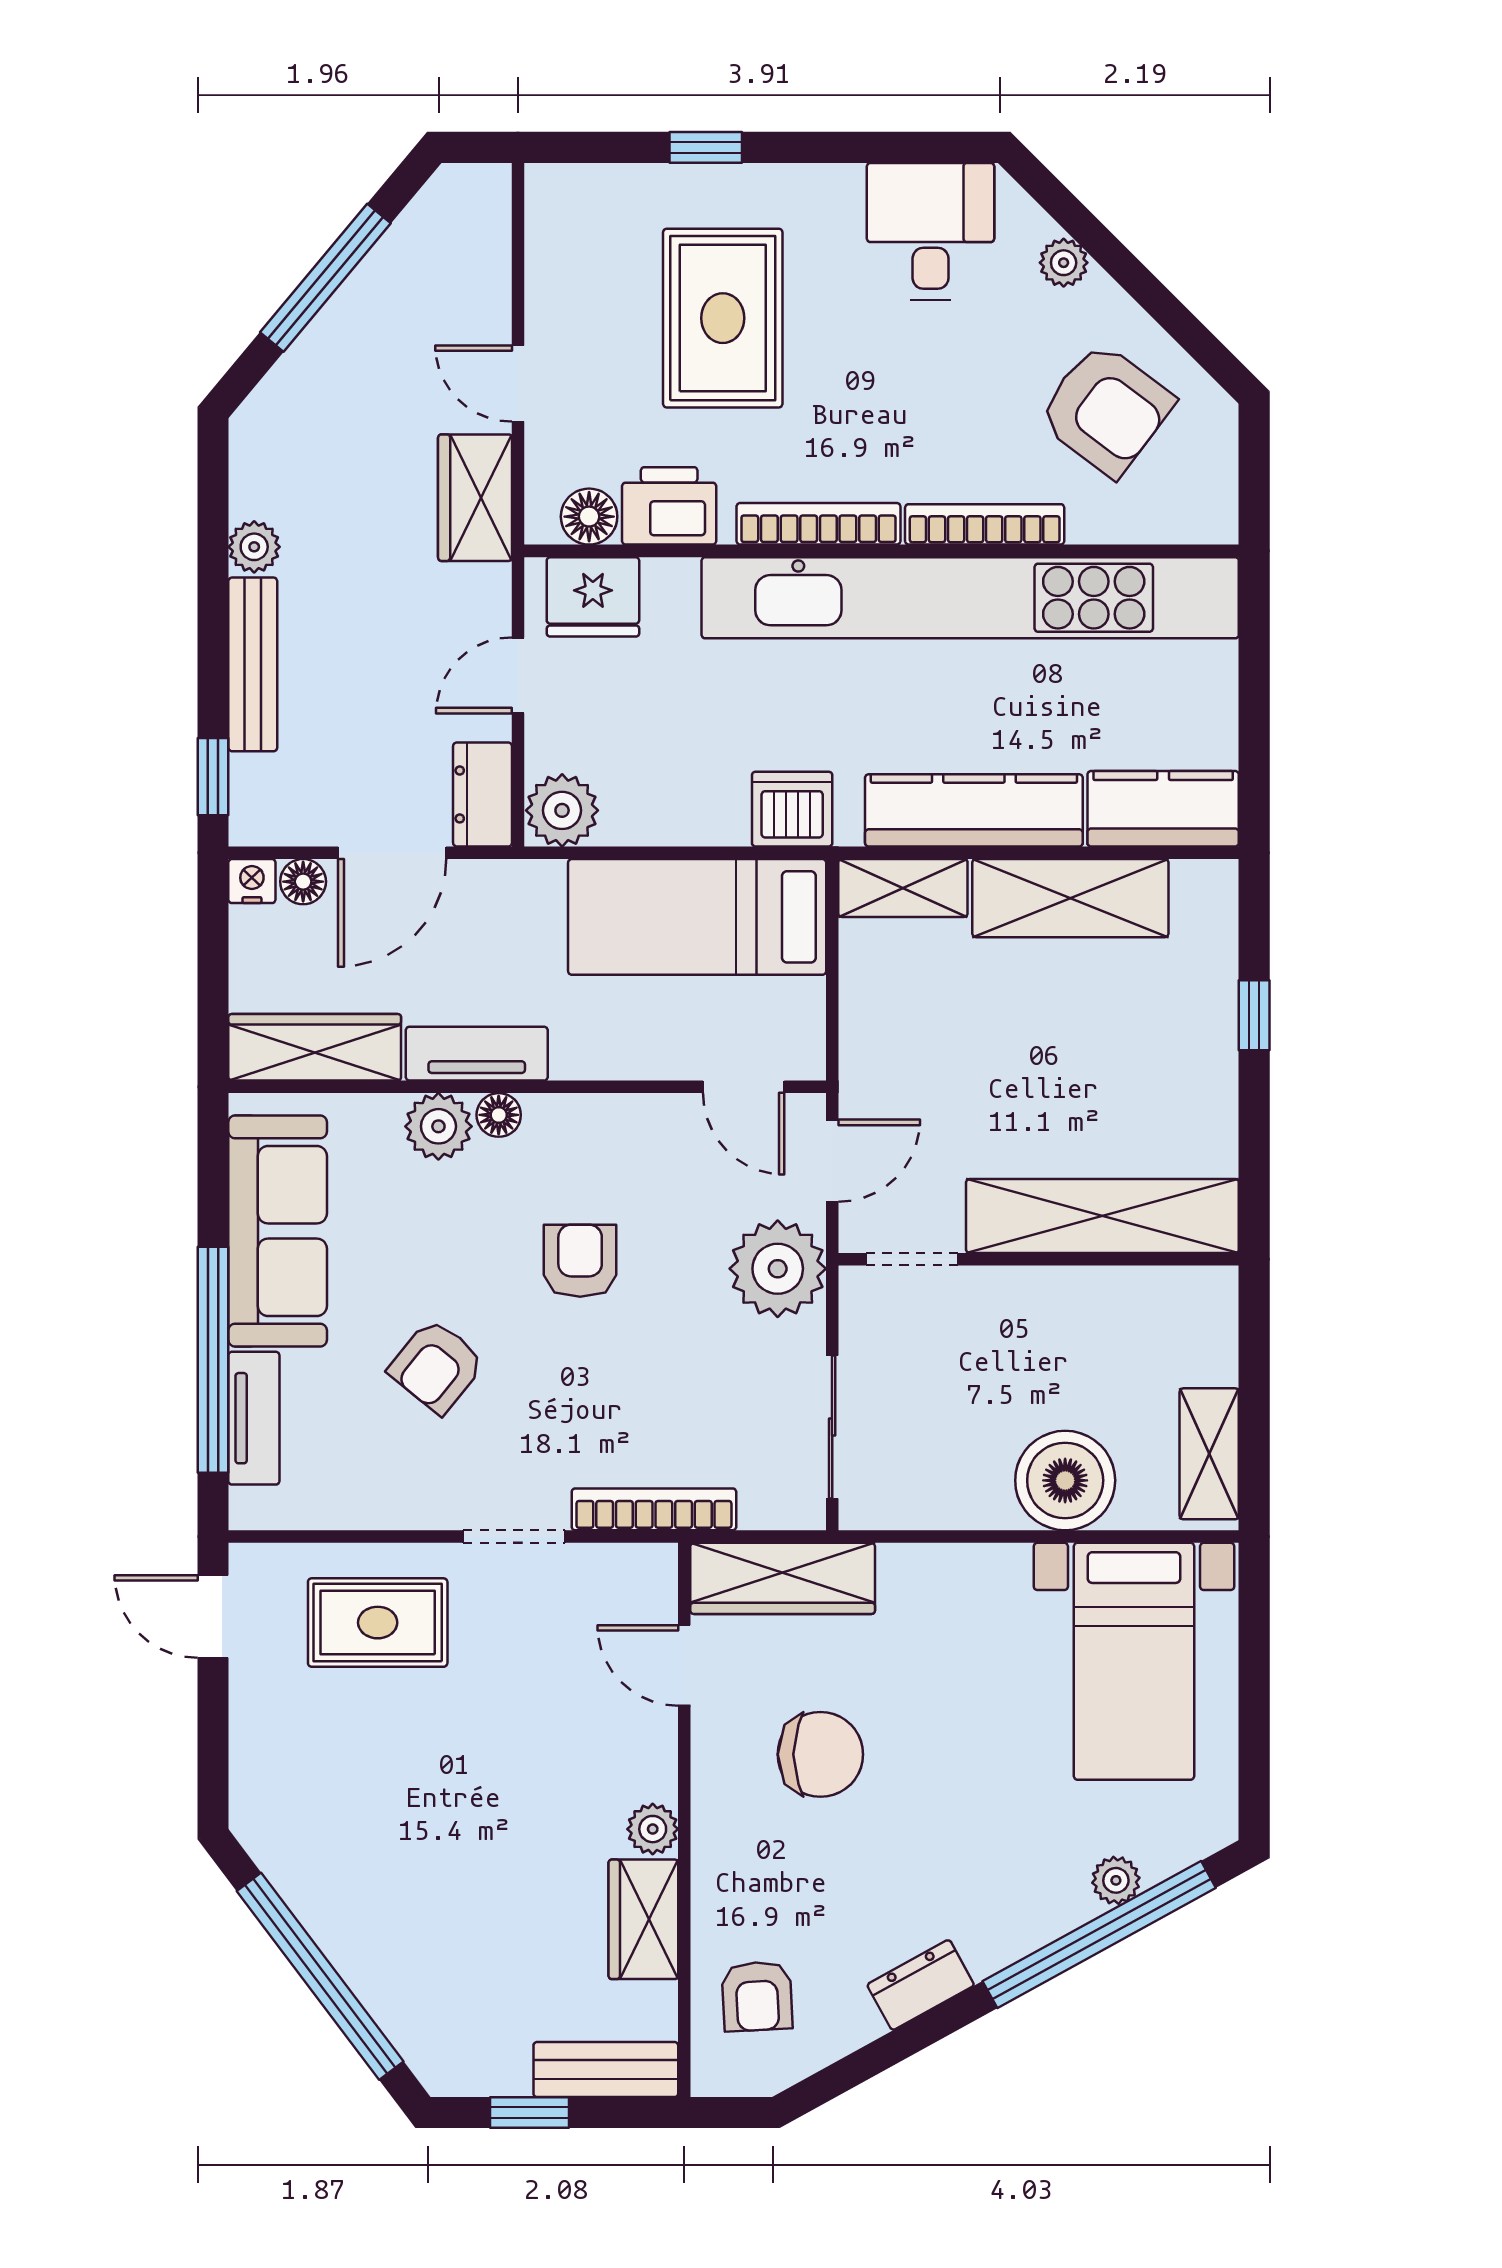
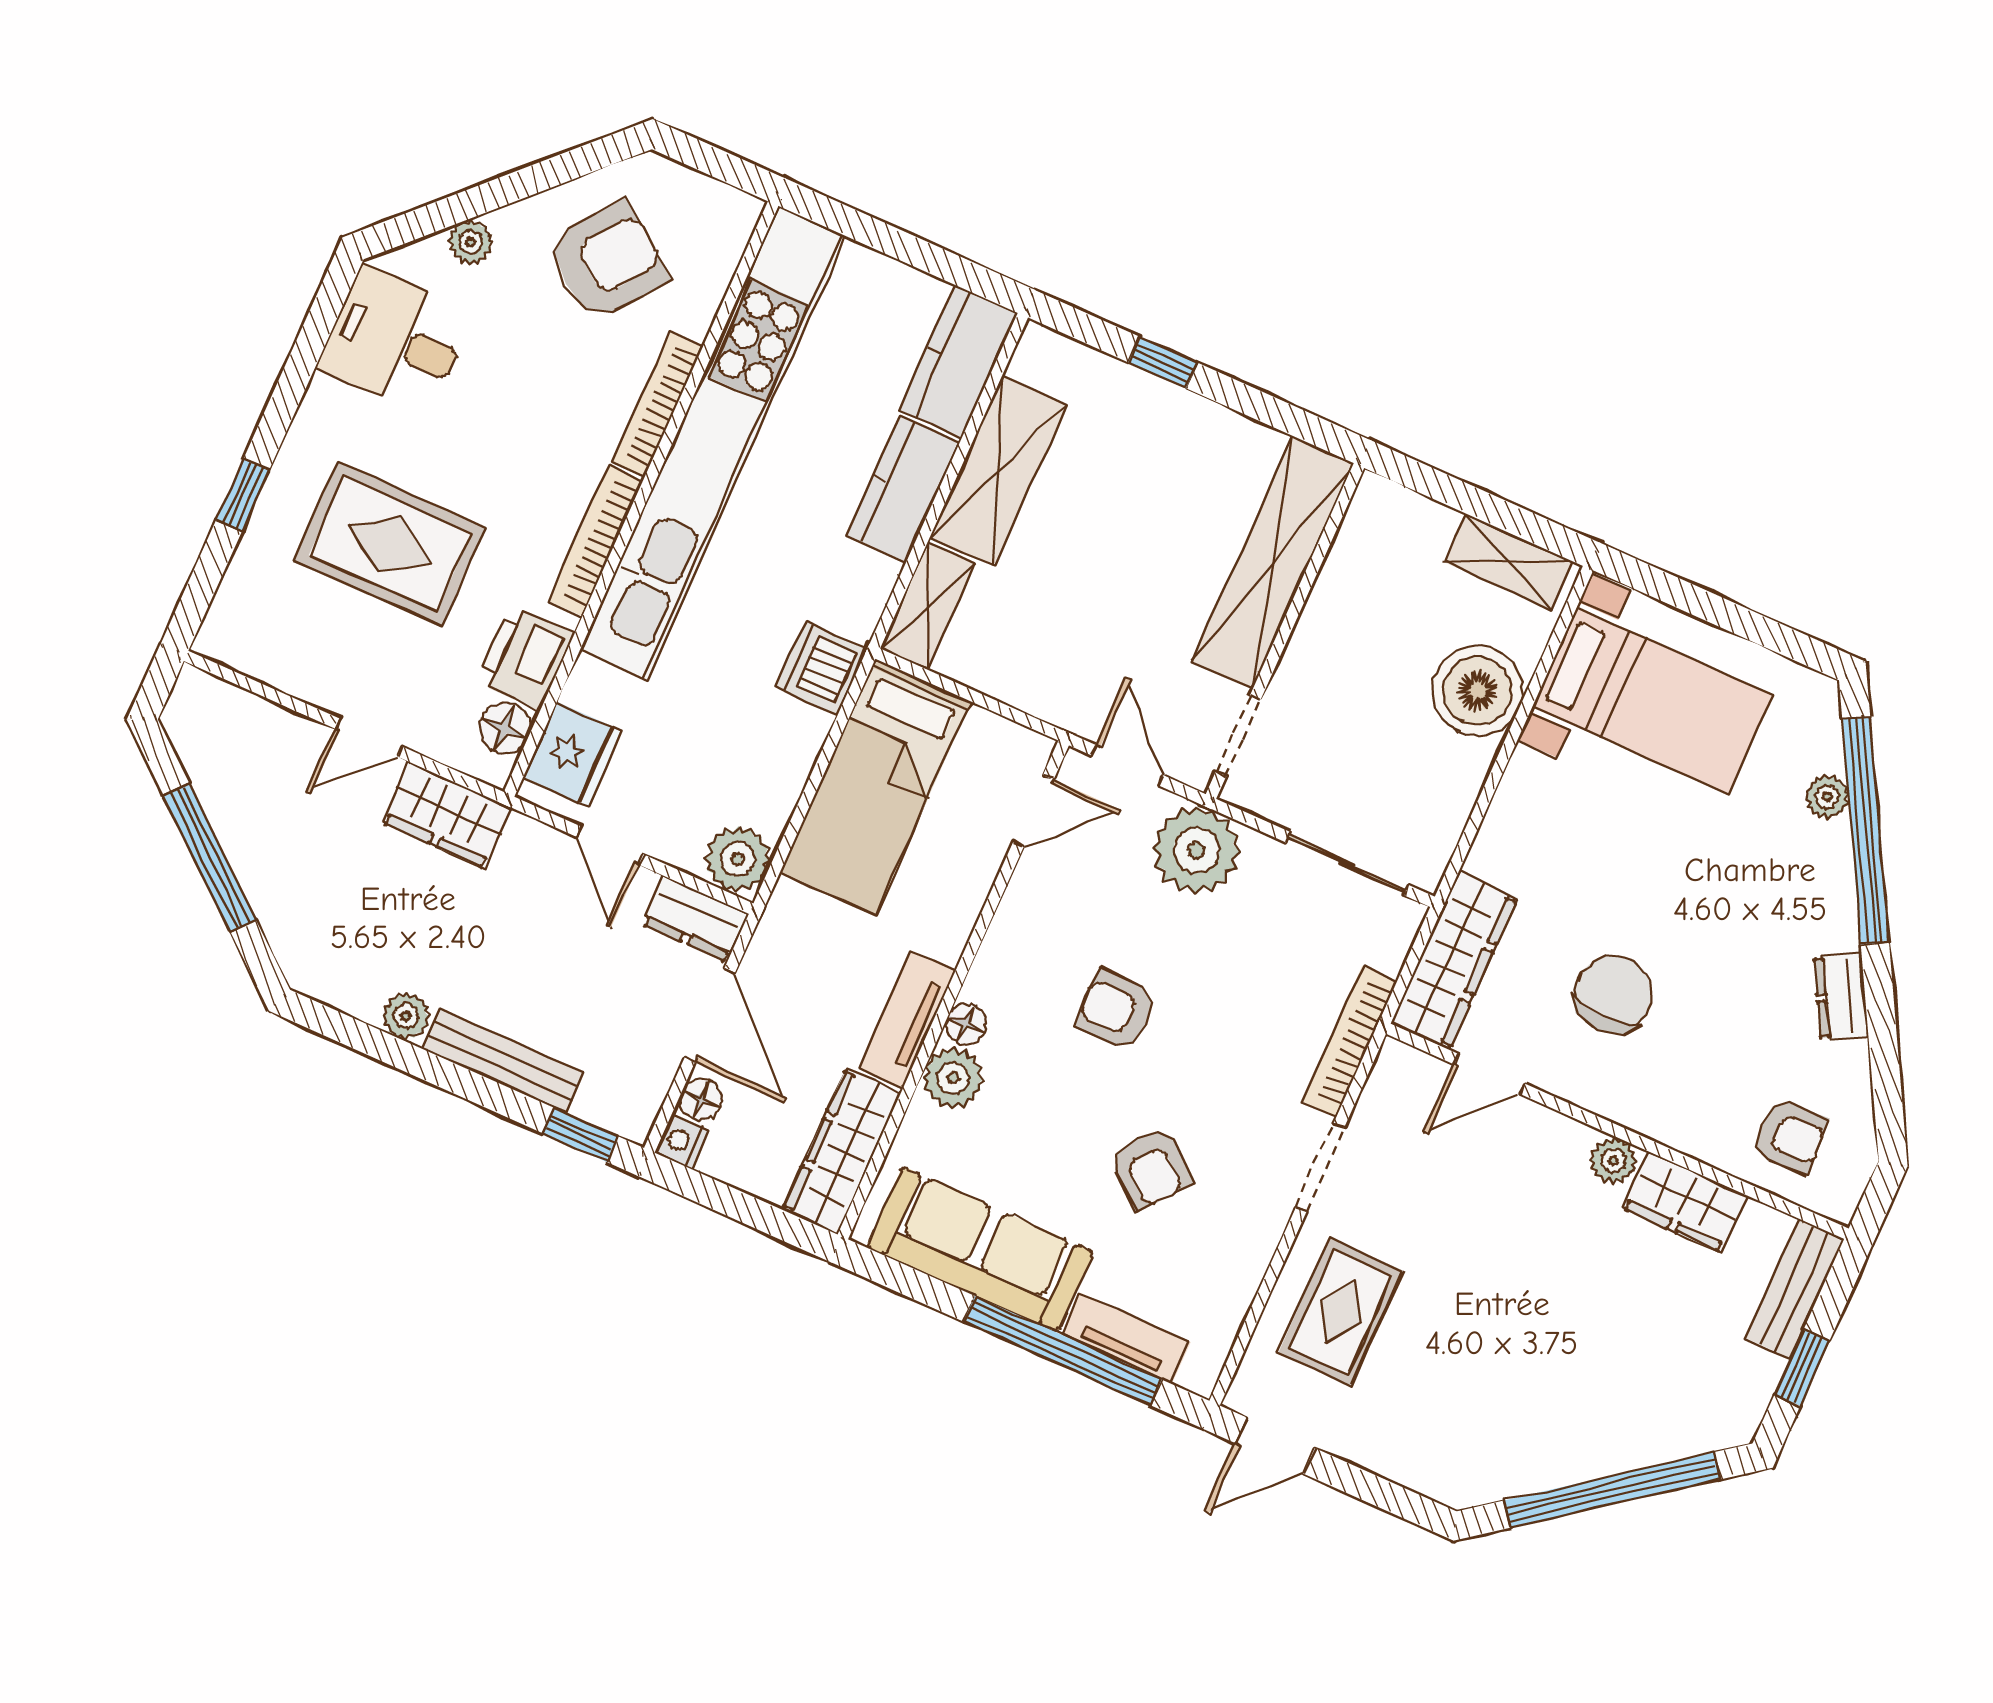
kitchen counter: (974, 810) -> (903, 489), width x0.67

